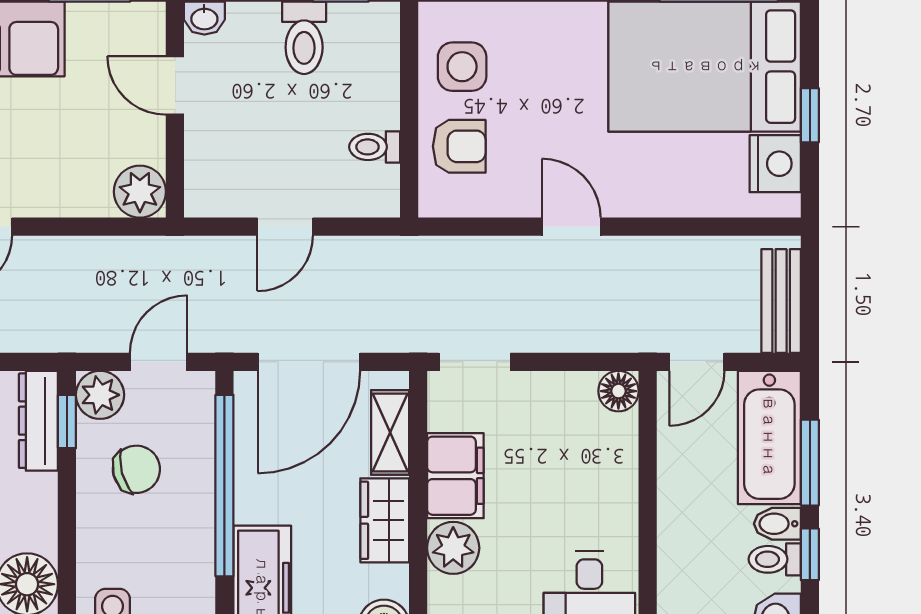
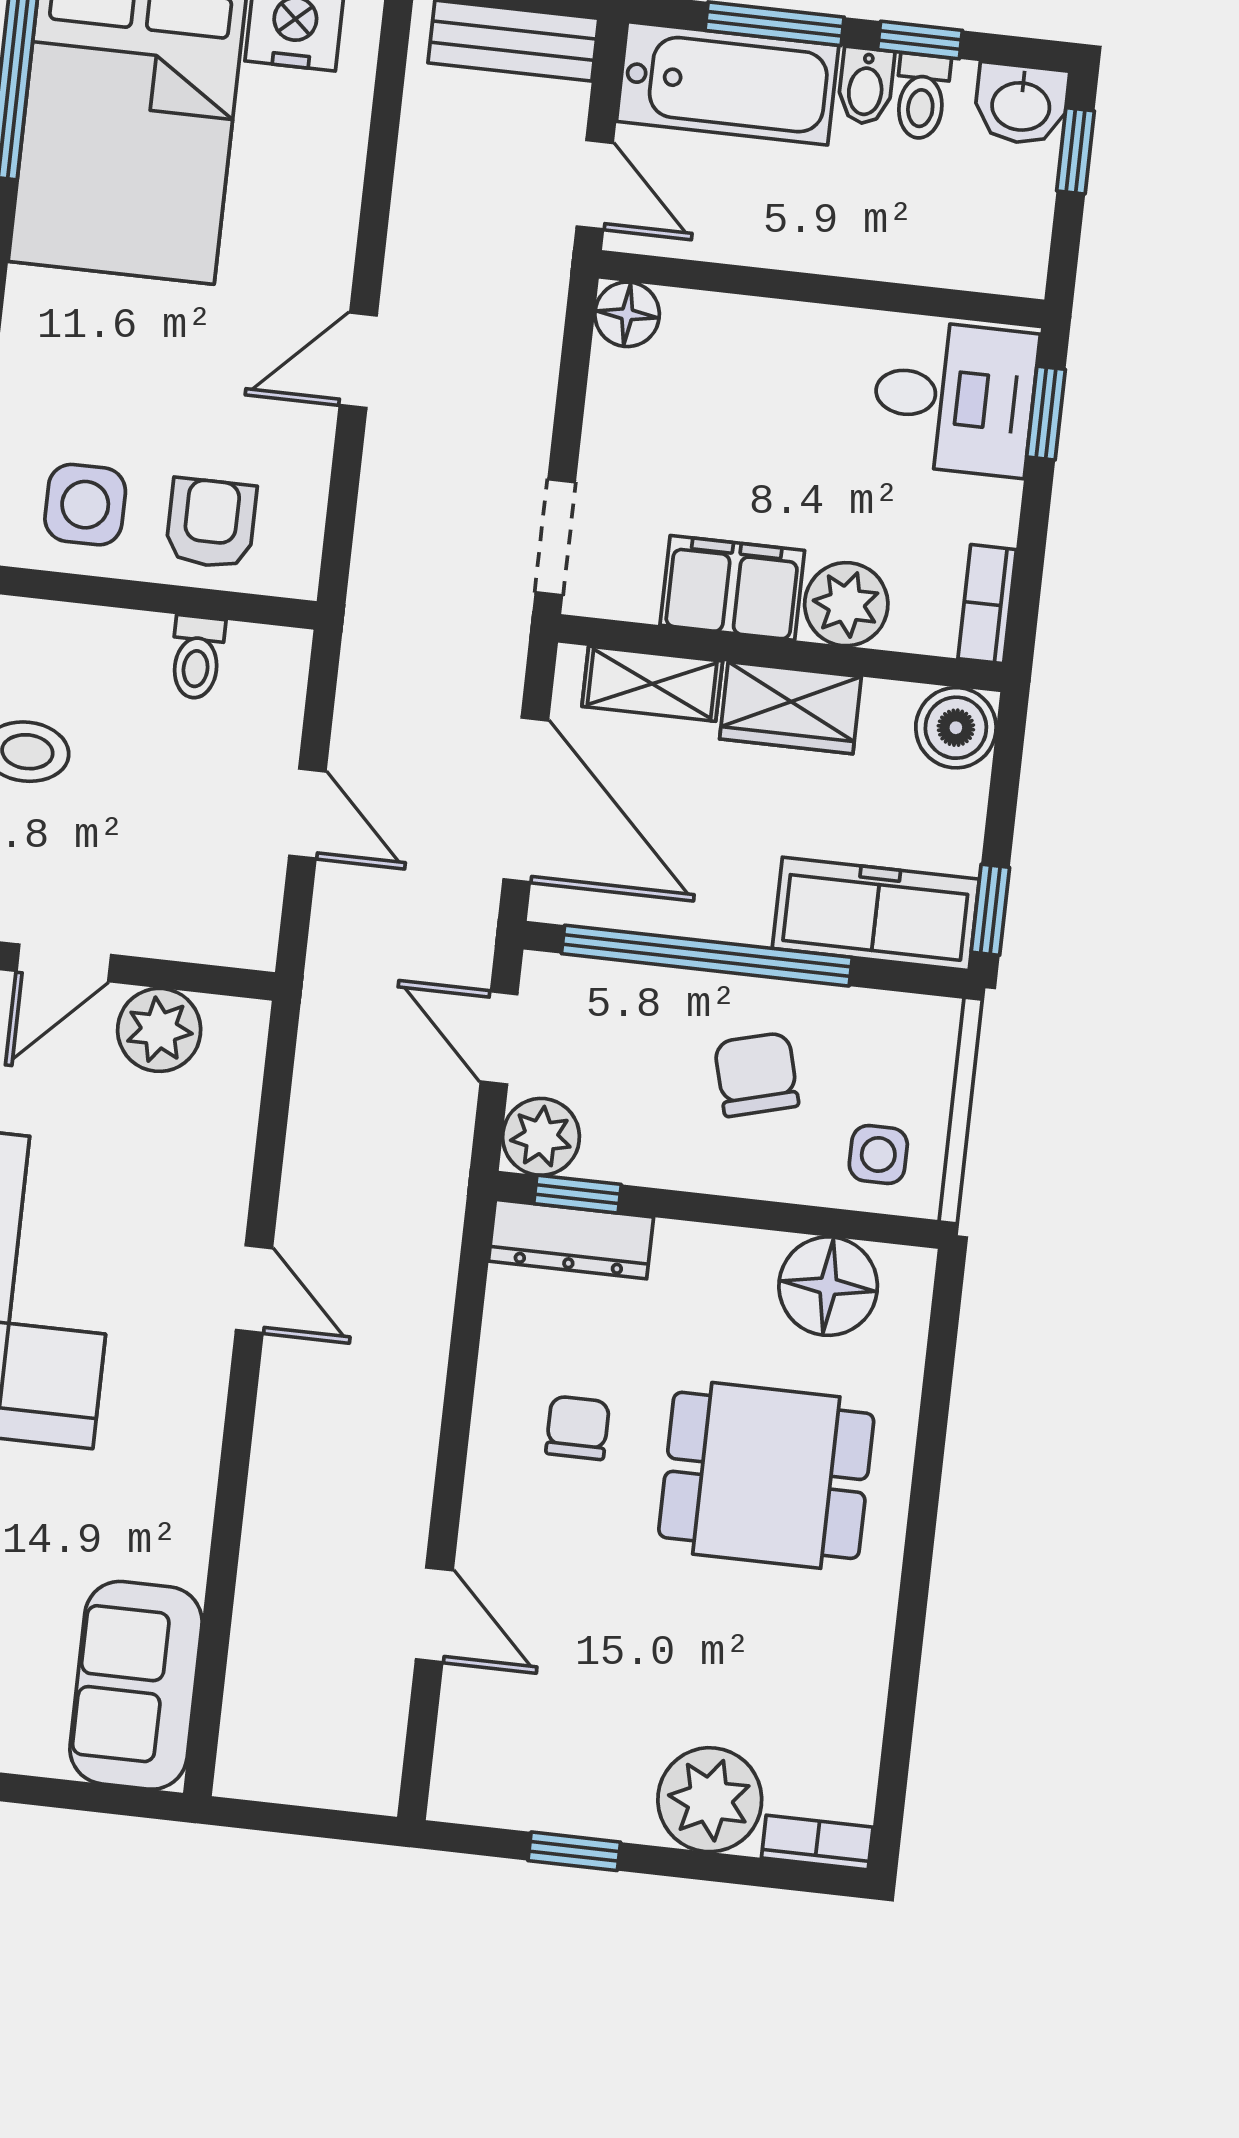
plant: (140, 192) -> (159, 1030), moved
chair: (136, 469) -> (756, 1074), moved

